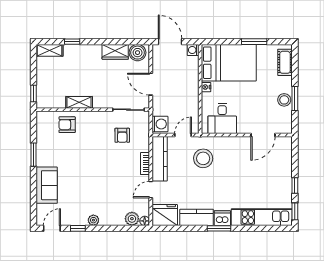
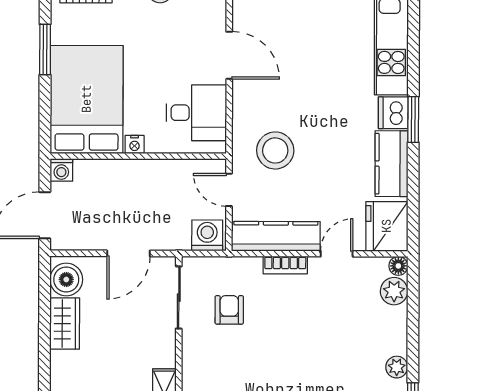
armchair: (122, 135) -> (229, 310), turned -90
door: (263, 135) -> (229, 55), moved
door: (151, 190) -> (337, 254), swing flipped

